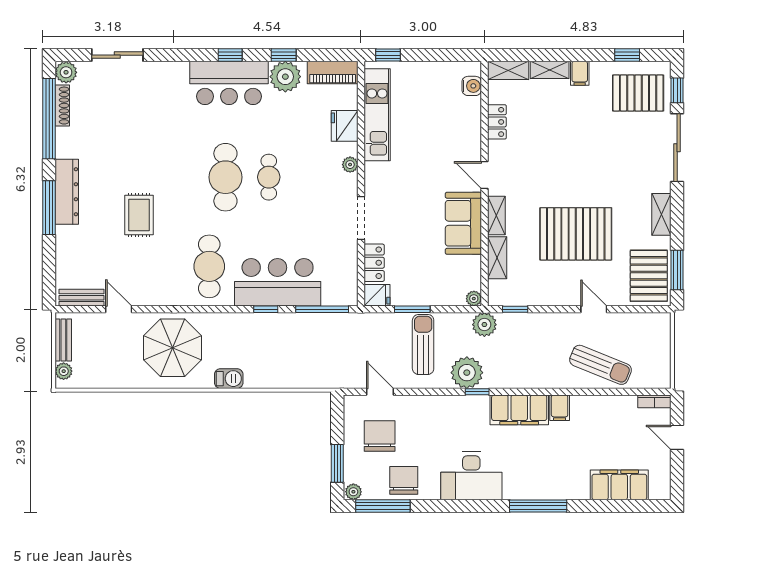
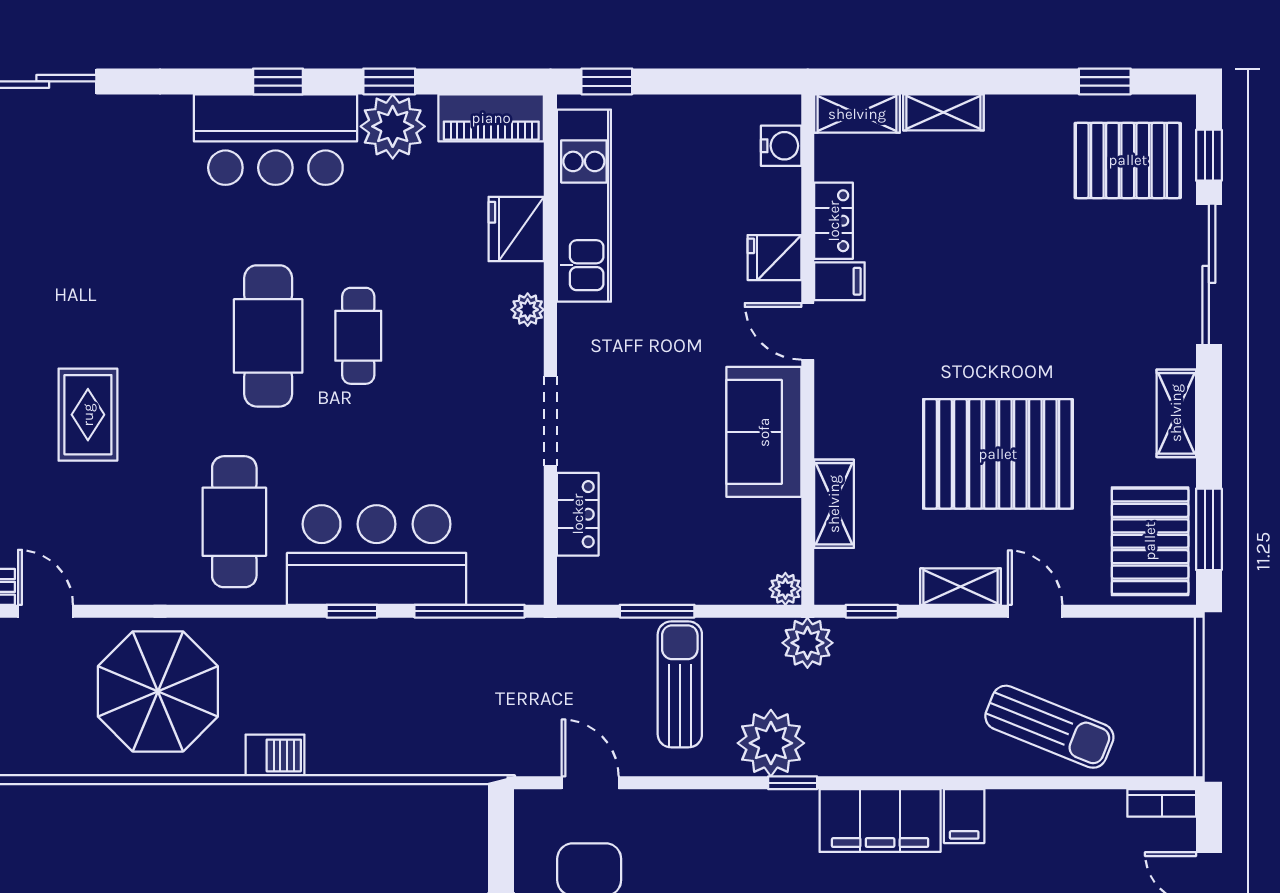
filing cabinet: (580, 73) -> (839, 281), moved, turned -90
shelving: (496, 216) -> (961, 587), moved, turned 90
fridge: (377, 295) -> (774, 258), moved, turned 180

